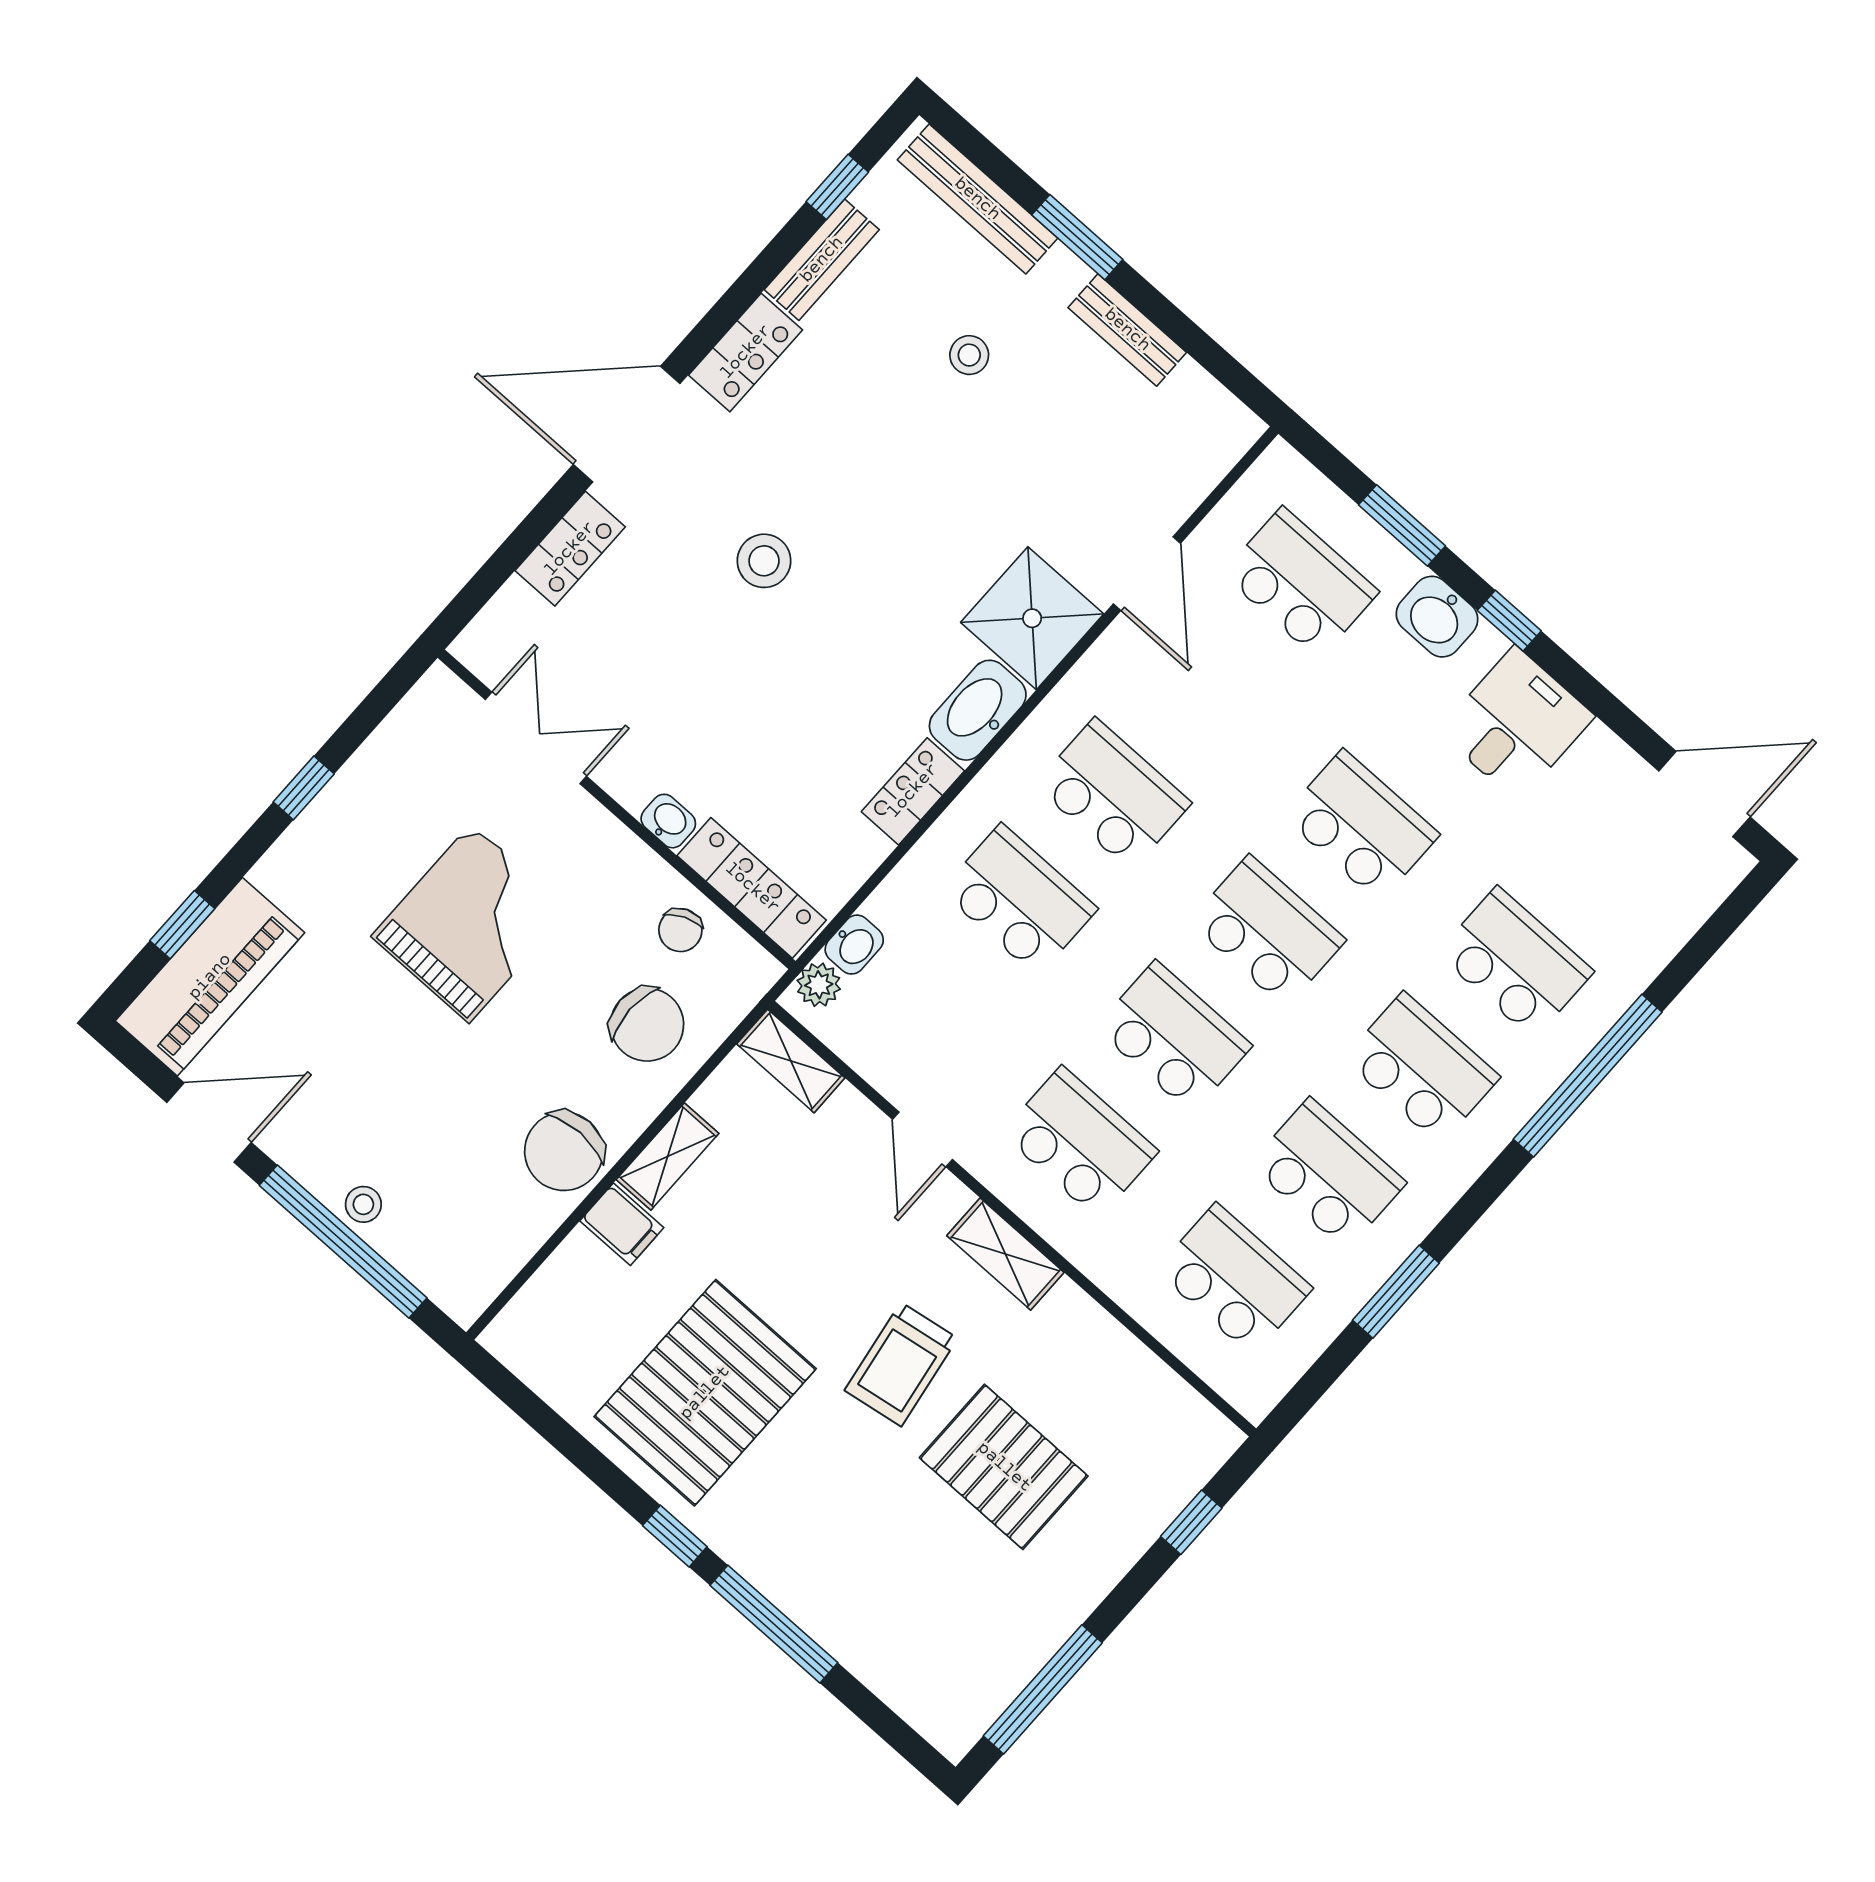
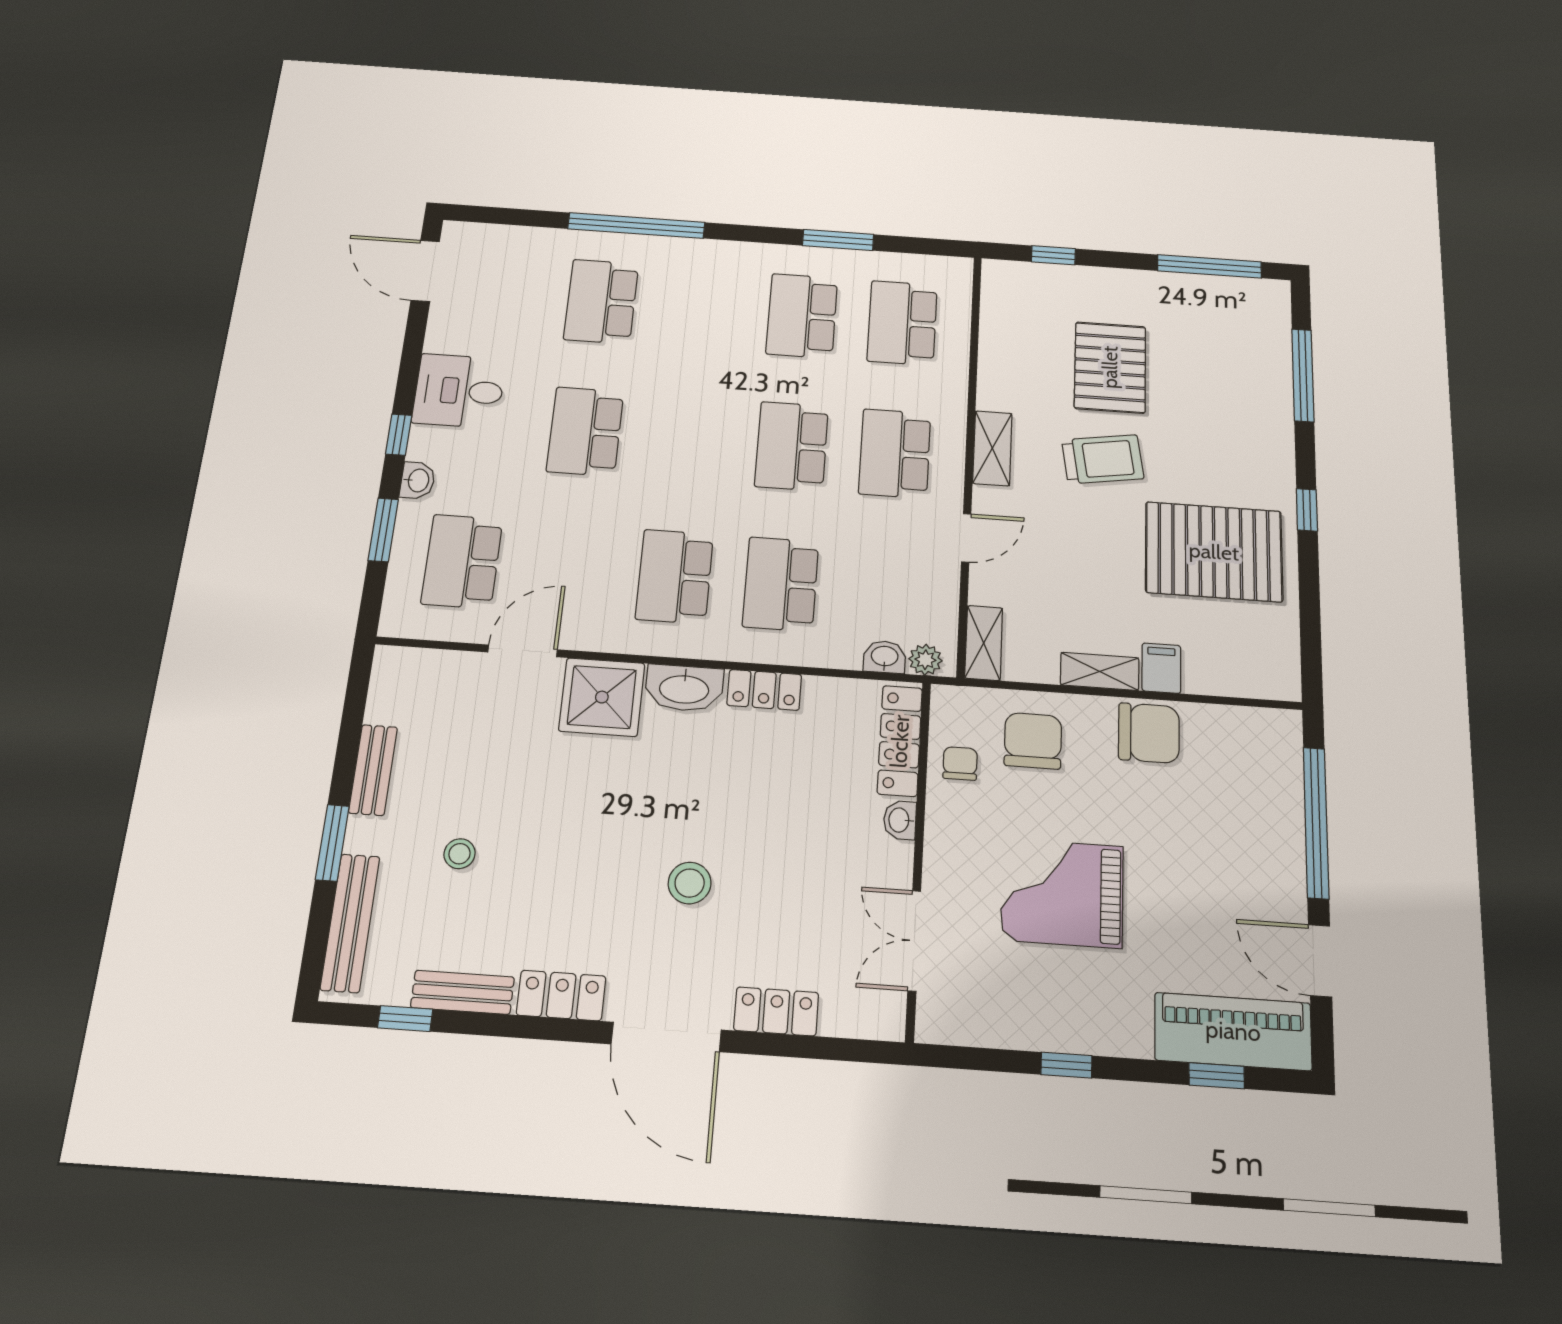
washbasin: (1437, 617) -> (418, 480), width x0.72, depth x0.69
chair: (680, 930) -> (960, 763), turned -67
school desk: (1267, 931) -> (688, 439), removed
school desk: (1422, 1068) -> (702, 309), removed
stool: (363, 1204) -> (1284, 827), removed
window: (774, 1624) -> (1303, 375), moved

